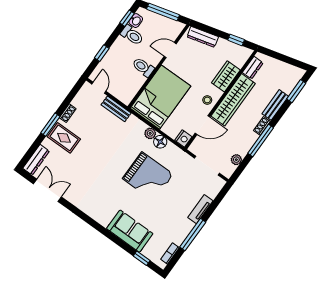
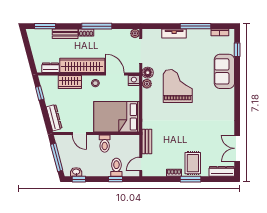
toilet: (132, 35) -> (116, 167), moved
plant: (150, 133) -> (147, 84), moved
floor lamp: (160, 142) -> (148, 73), moved
plant: (236, 160) -> (135, 33), moved

